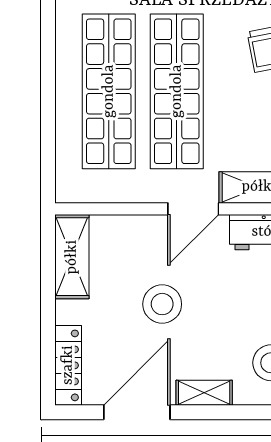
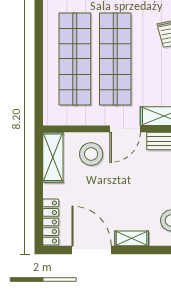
stool: (162, 304) -> (91, 154), moved
door: (137, 412) -> (92, 250), hinge flipped

